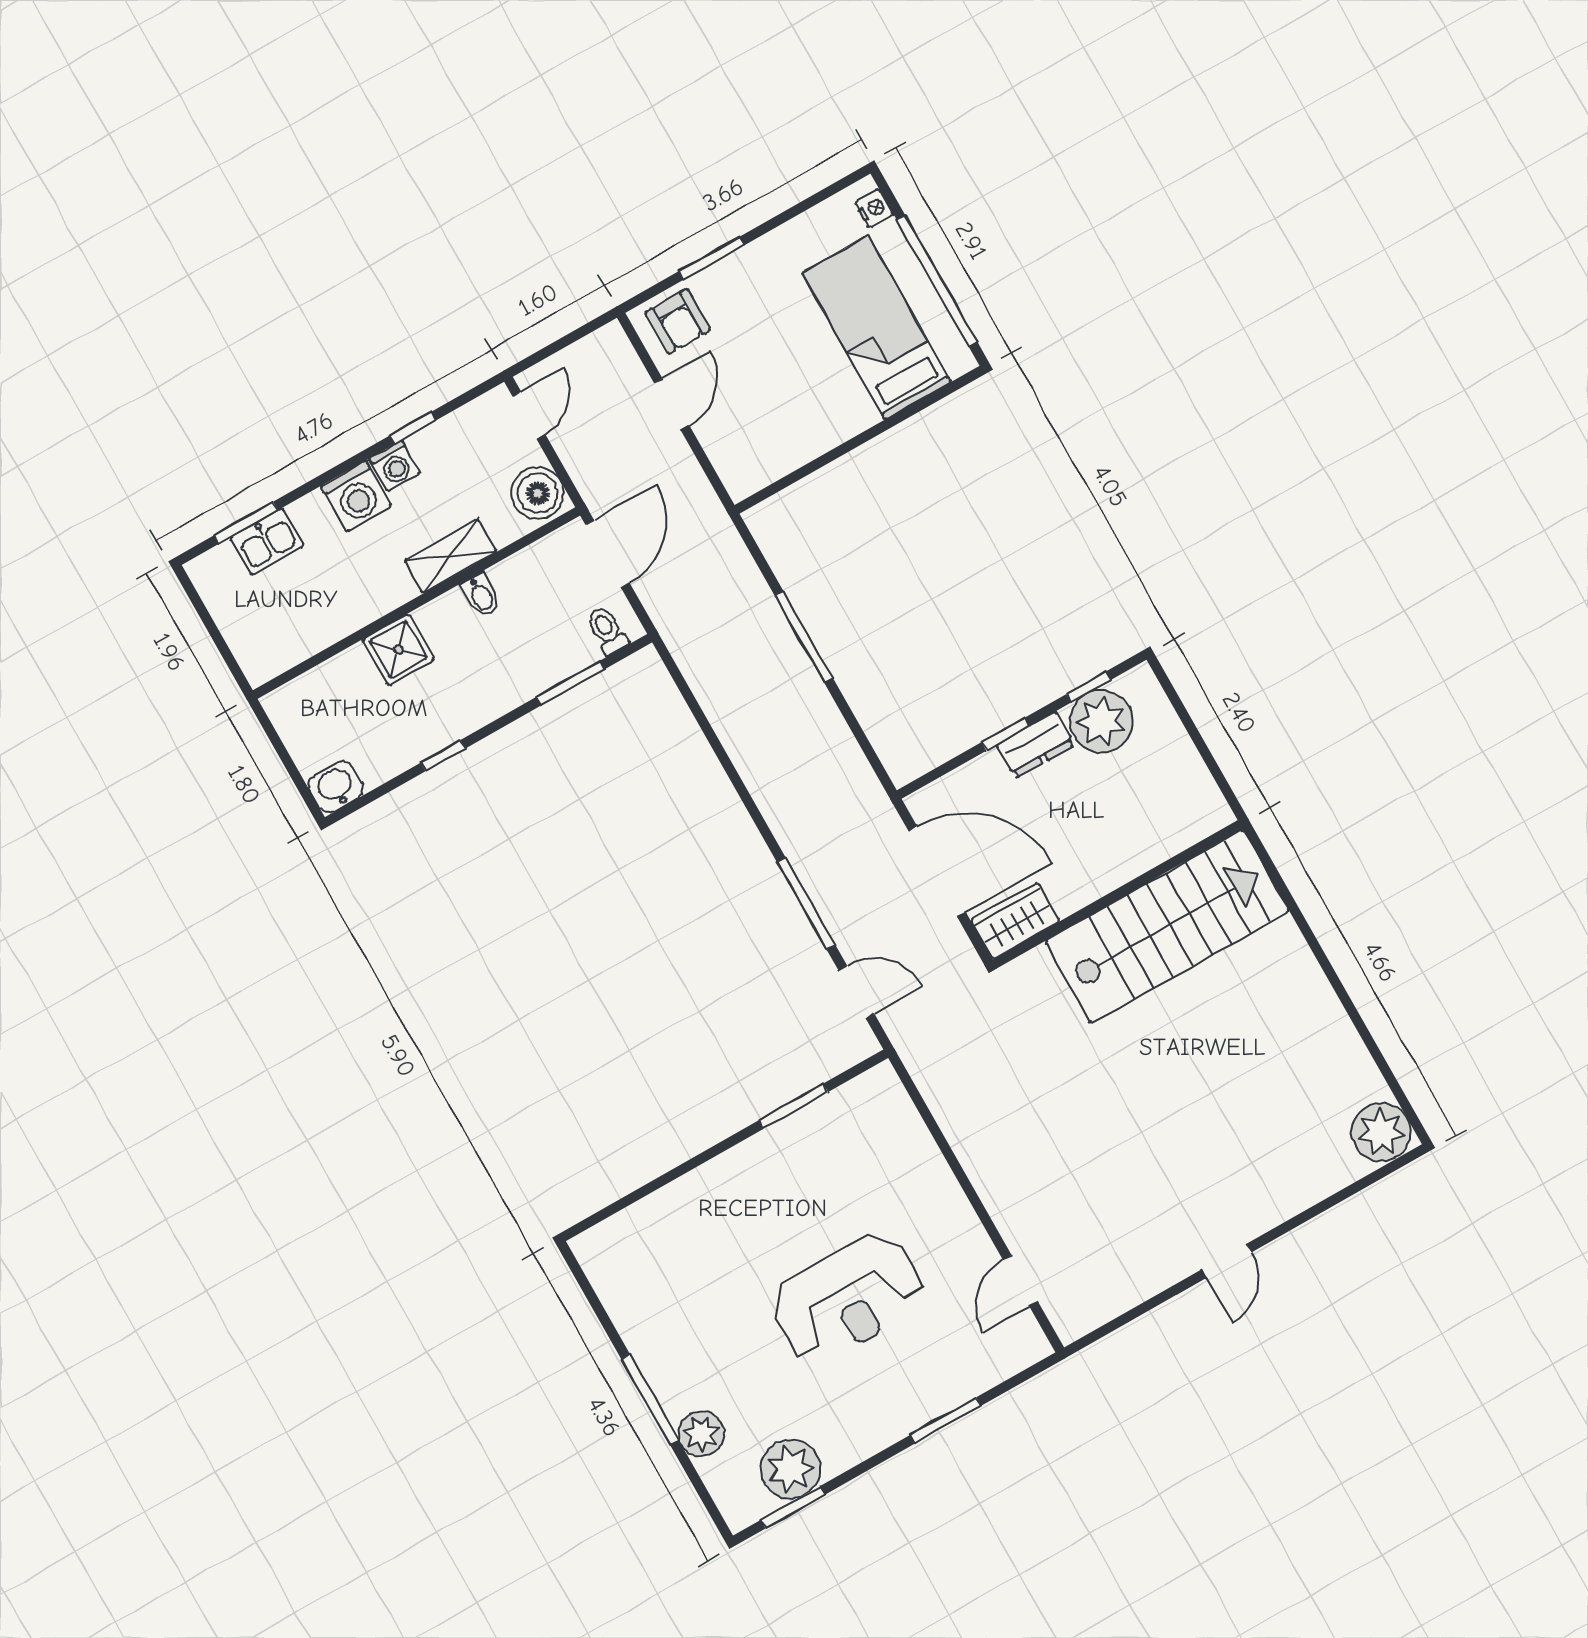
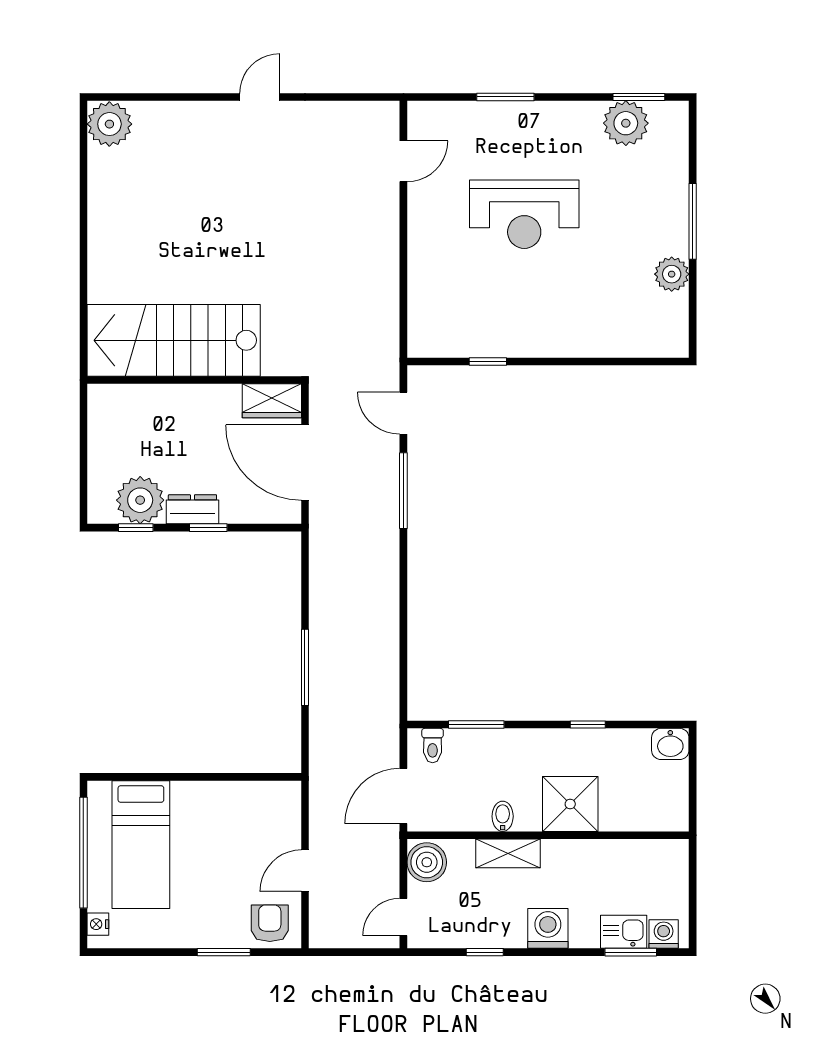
washing machine: (395, 466) -> (664, 934), moved
shower: (398, 650) -> (570, 804), width x1.36, depth x1.36
window: (793, 1106) -> (488, 362), width x0.67
reception desk: (848, 1299) -> (524, 214), turned 180
plant: (701, 1434) -> (672, 274), moved

